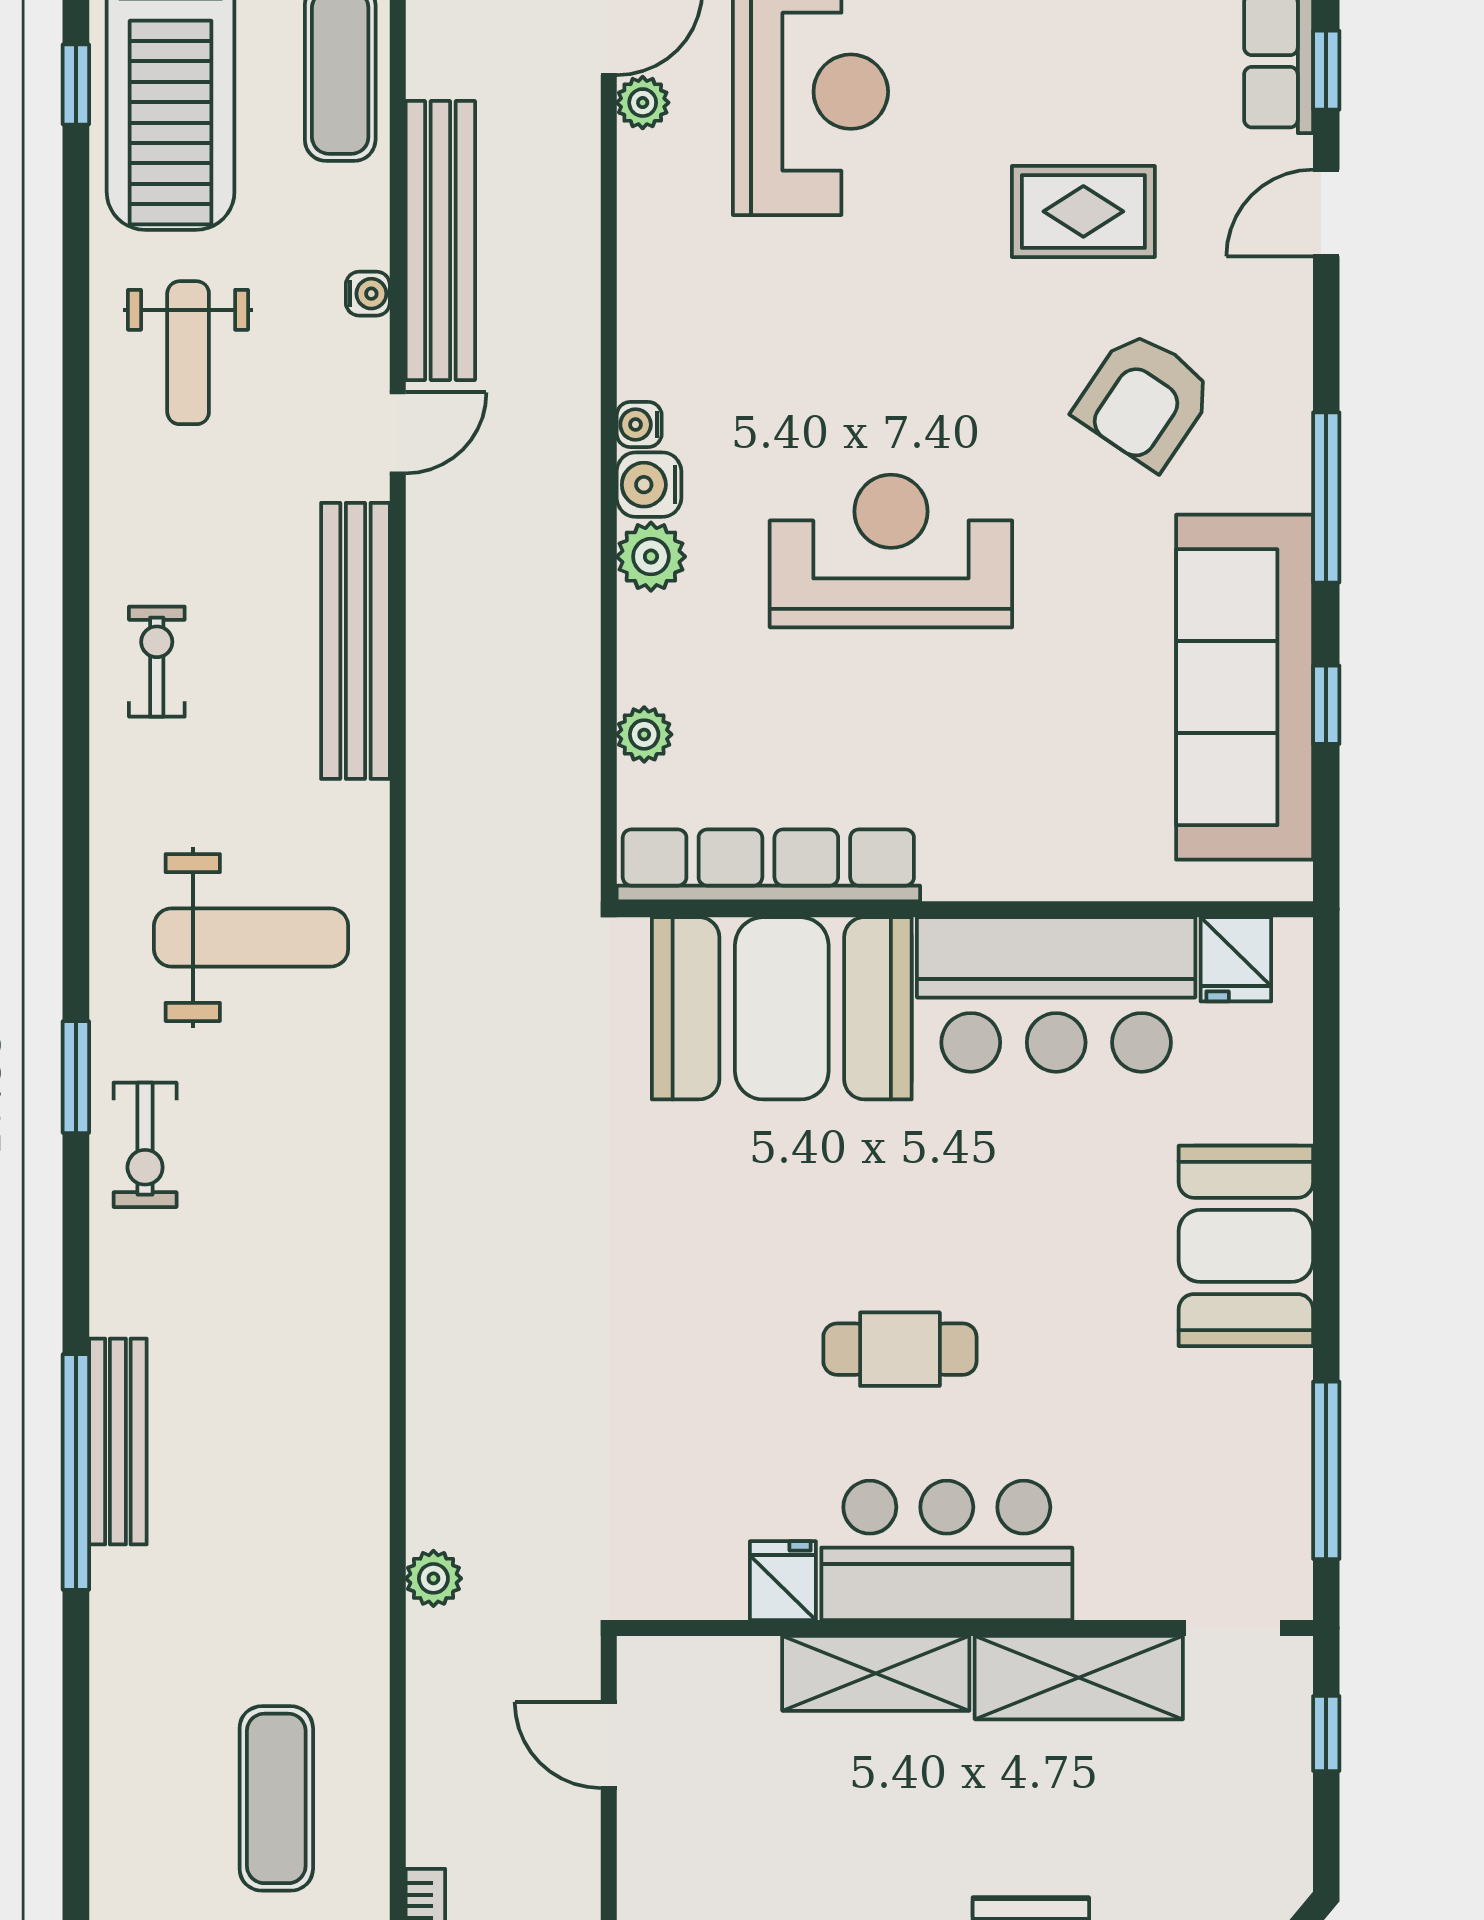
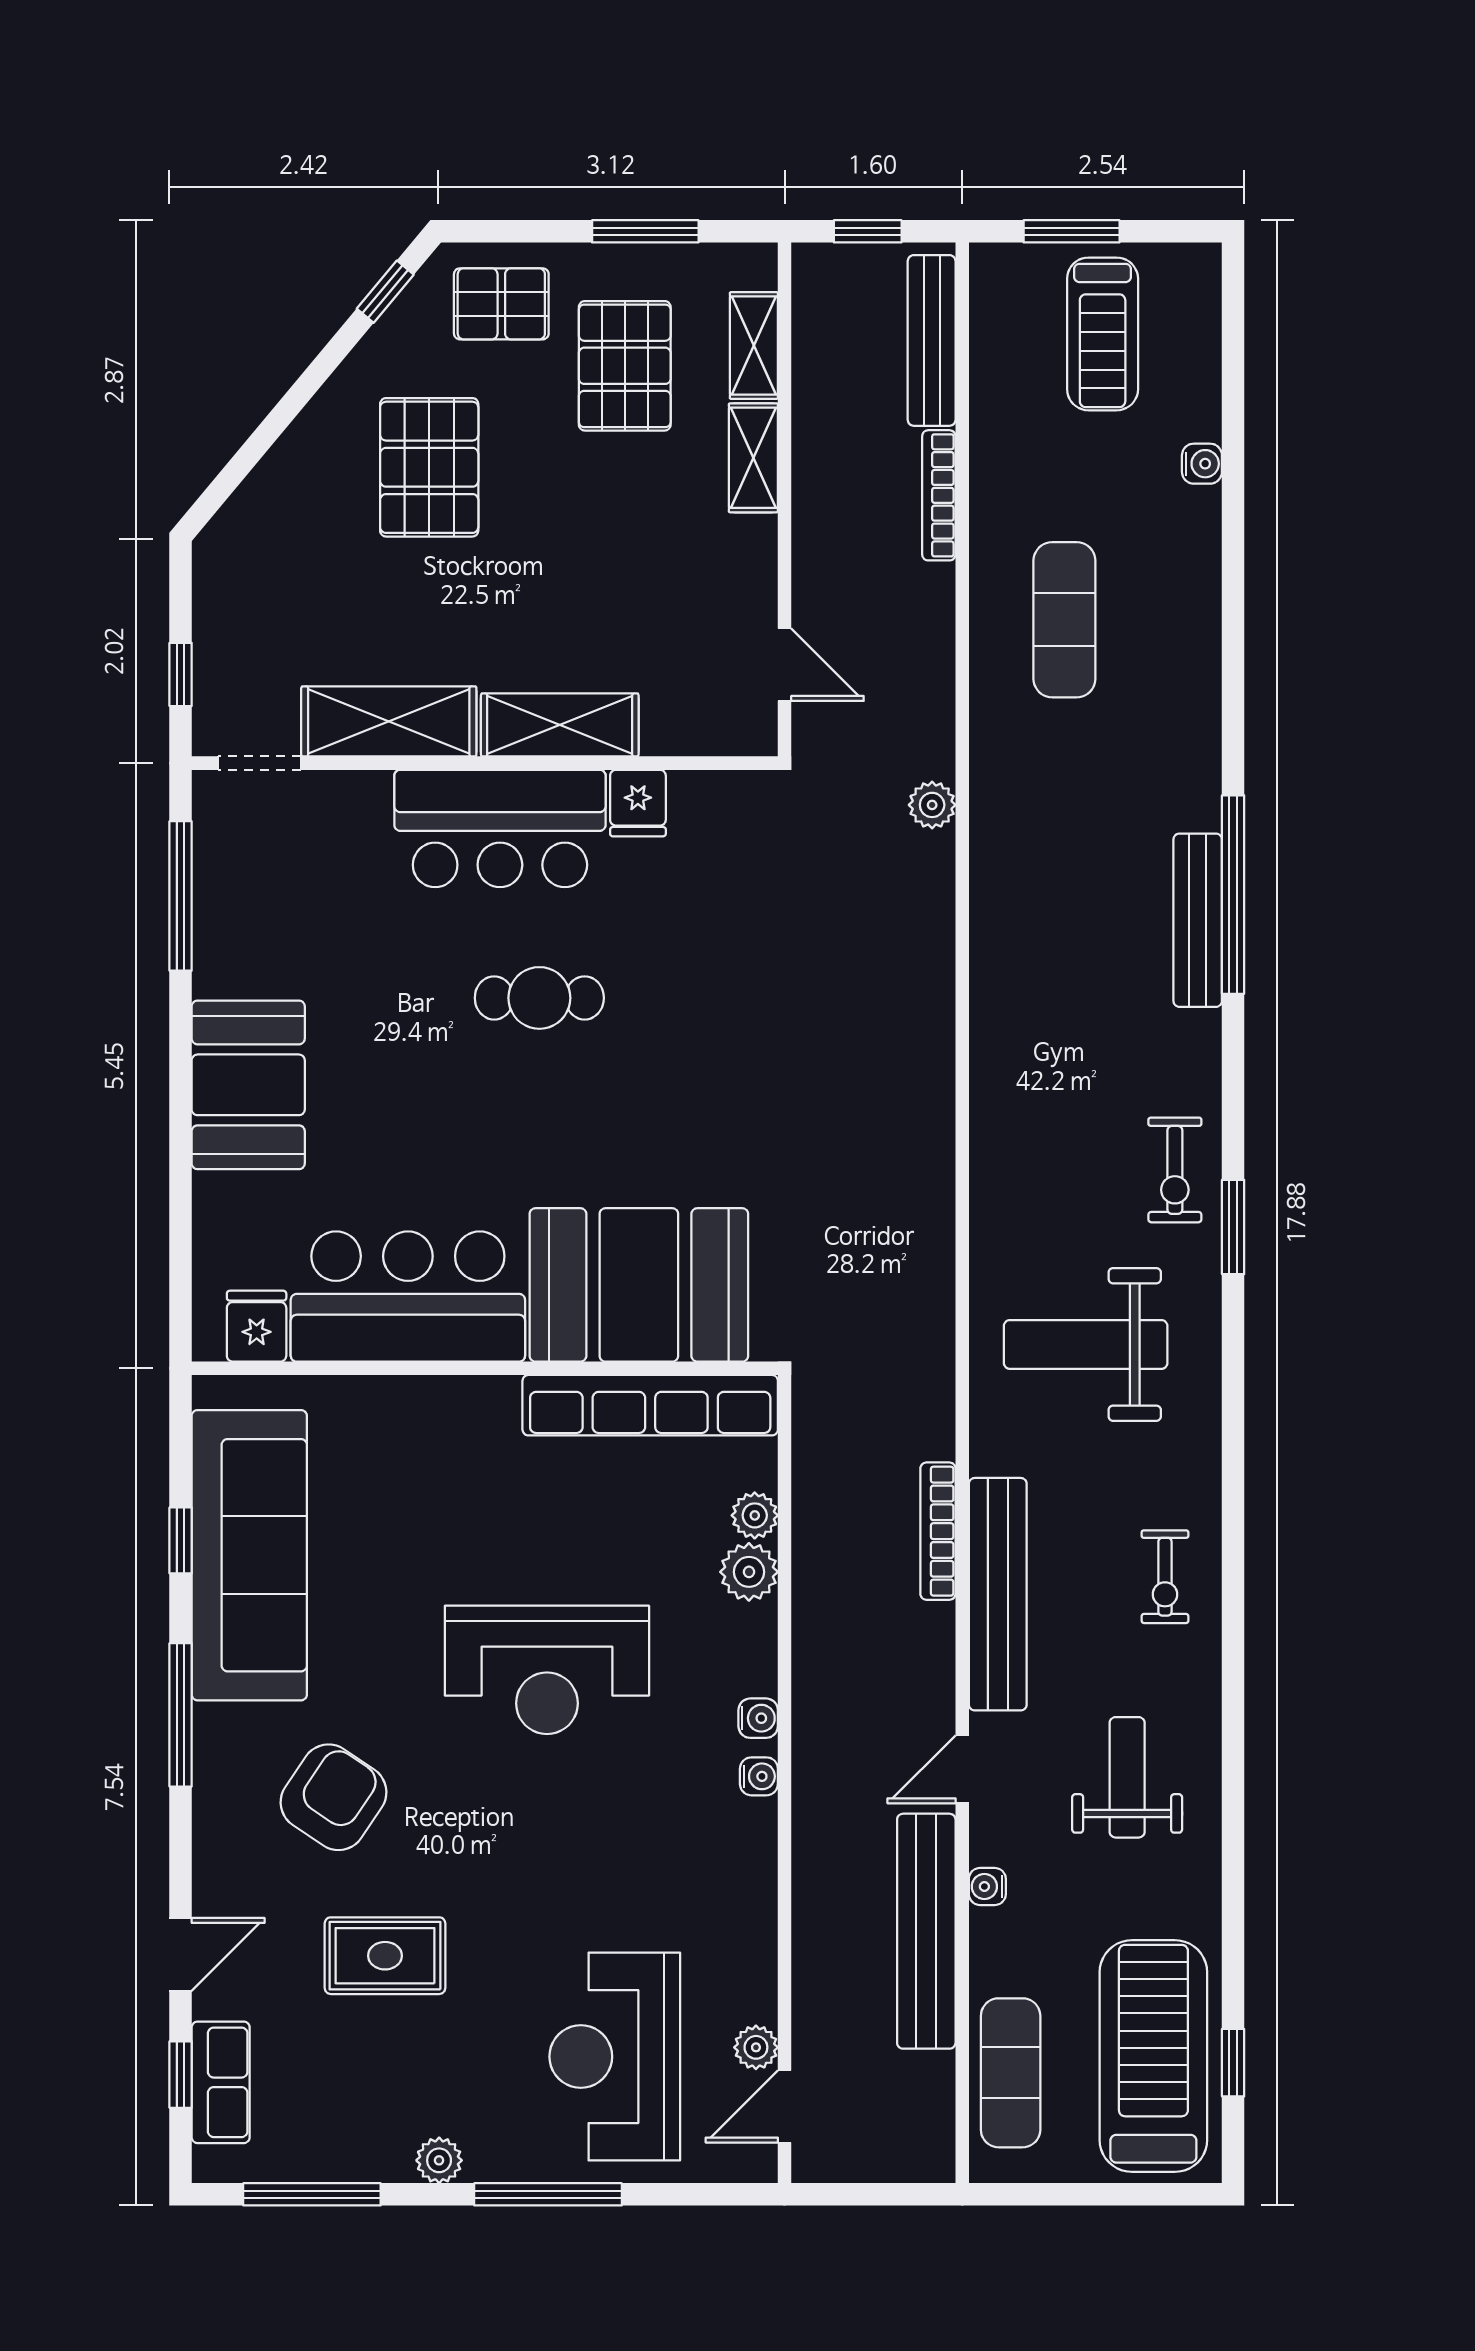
weight bench: (188, 353) -> (1127, 1777), moved
water cooler: (649, 485) -> (758, 1718), width x0.72, depth x0.72
plant: (651, 557) -> (749, 1572), moved
bookcase: (427, 716) -> (938, 1531), added
exercise bike: (145, 1145) -> (1175, 1170), turned 180

